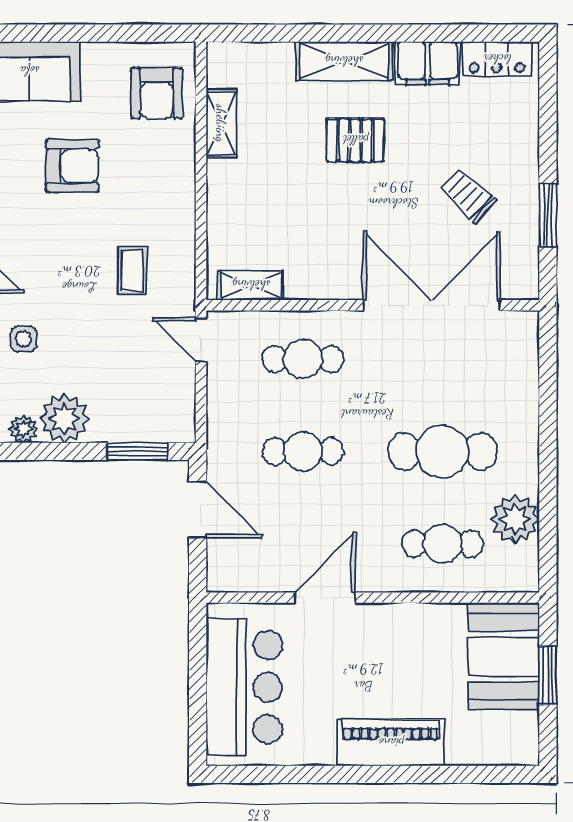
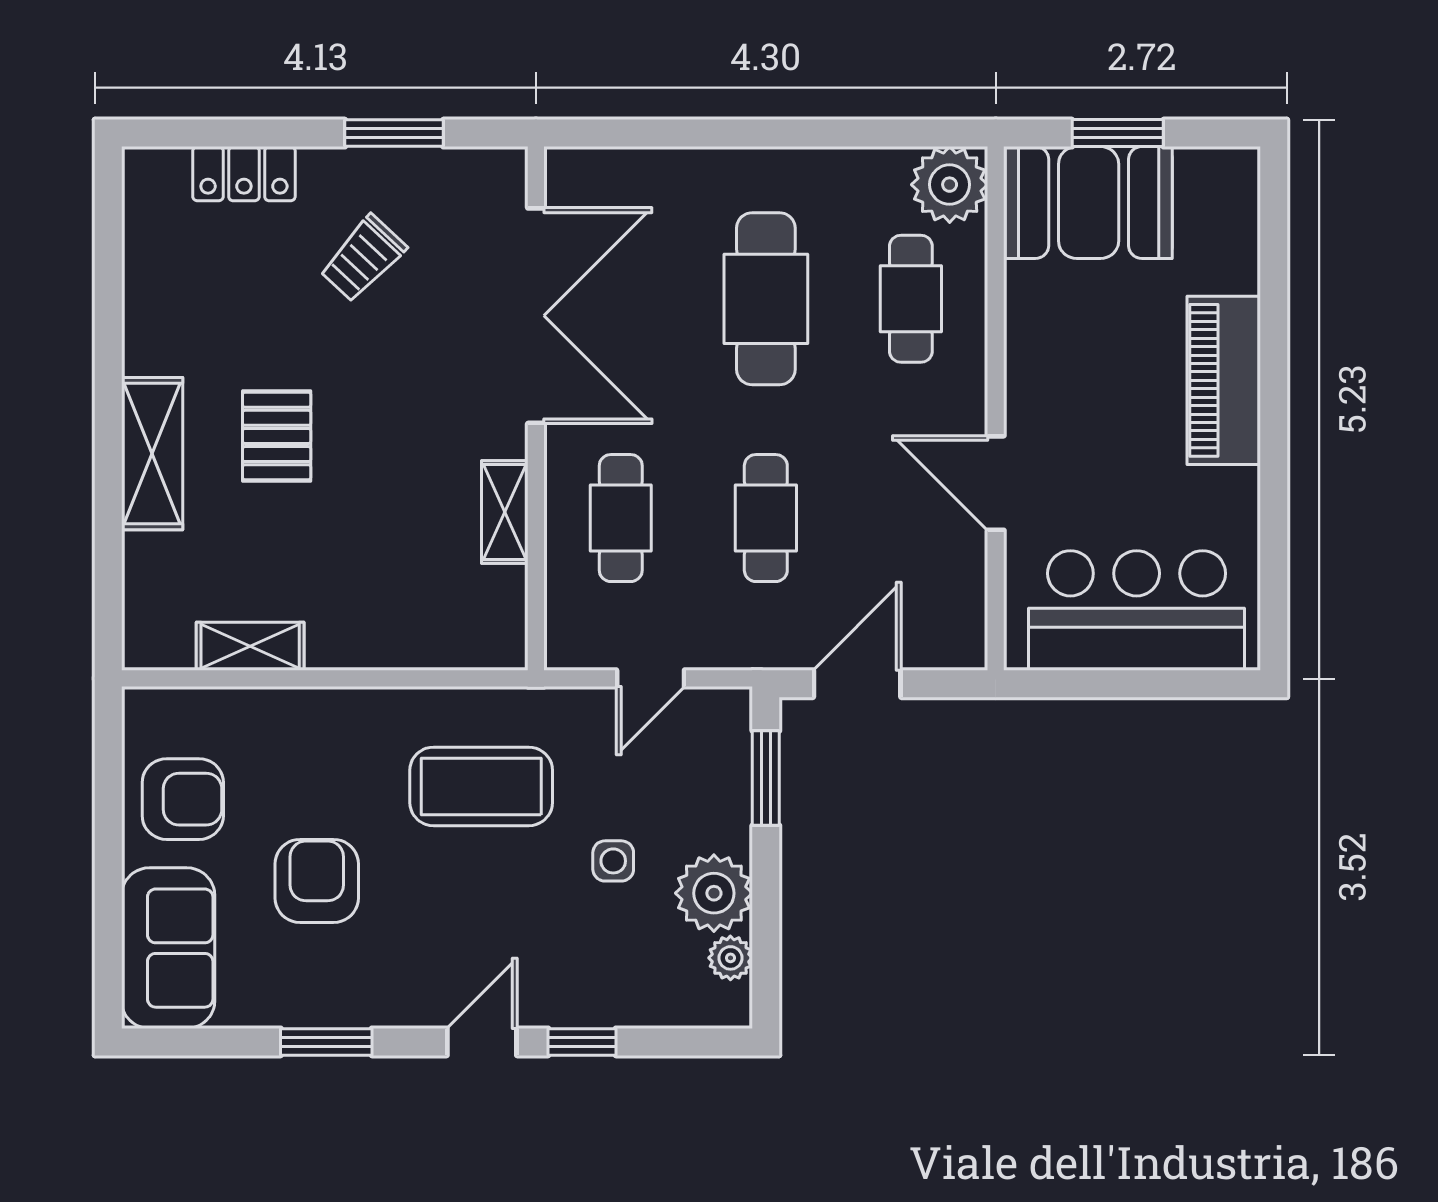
locker: (497, 59) -> (244, 174), moved, turned 90
filing cabinet: (428, 63) -> (155, 322), removed
armchair: (157, 93) -> (183, 799), moved
coffee table: (132, 270) -> (481, 786), width x1.86, depth x1.72
shelving: (251, 285) -> (505, 512), moved
double door: (432, 305) -> (536, 316), swing flipped
side table: (24, 339) -> (613, 861), moved
door: (201, 340) -> (651, 678), moved
plant: (515, 519) -> (950, 185), moved

